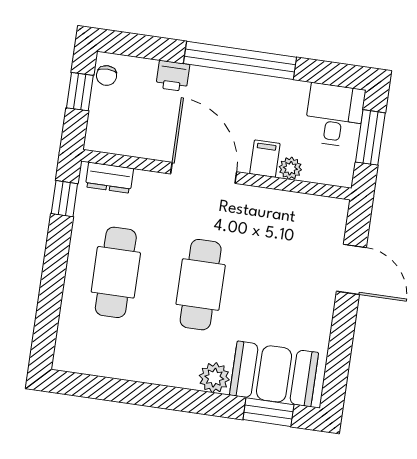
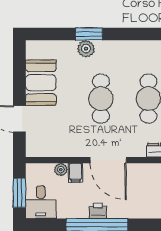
printer: (173, 76) -> (98, 211), moved
booth: (274, 374) -> (41, 83), moved, turned 90
window: (268, 412) -> (89, 34), moved

